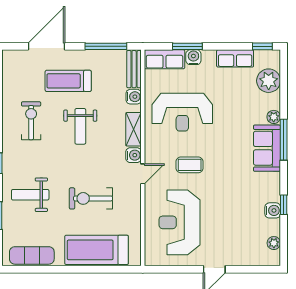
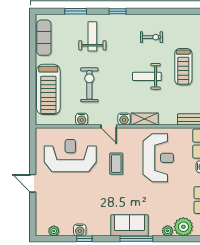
treadmill: (68, 81) -> (183, 67), turned 180
water cooler: (134, 97) -> (82, 119), moved
reception desk: (182, 112) -> (158, 158), turned 180
plant: (274, 117) -> (168, 231), moved
exercise bike: (31, 121) -> (151, 37), width x0.73, depth x0.72
treadmill: (97, 250) -> (48, 89), turned 180

